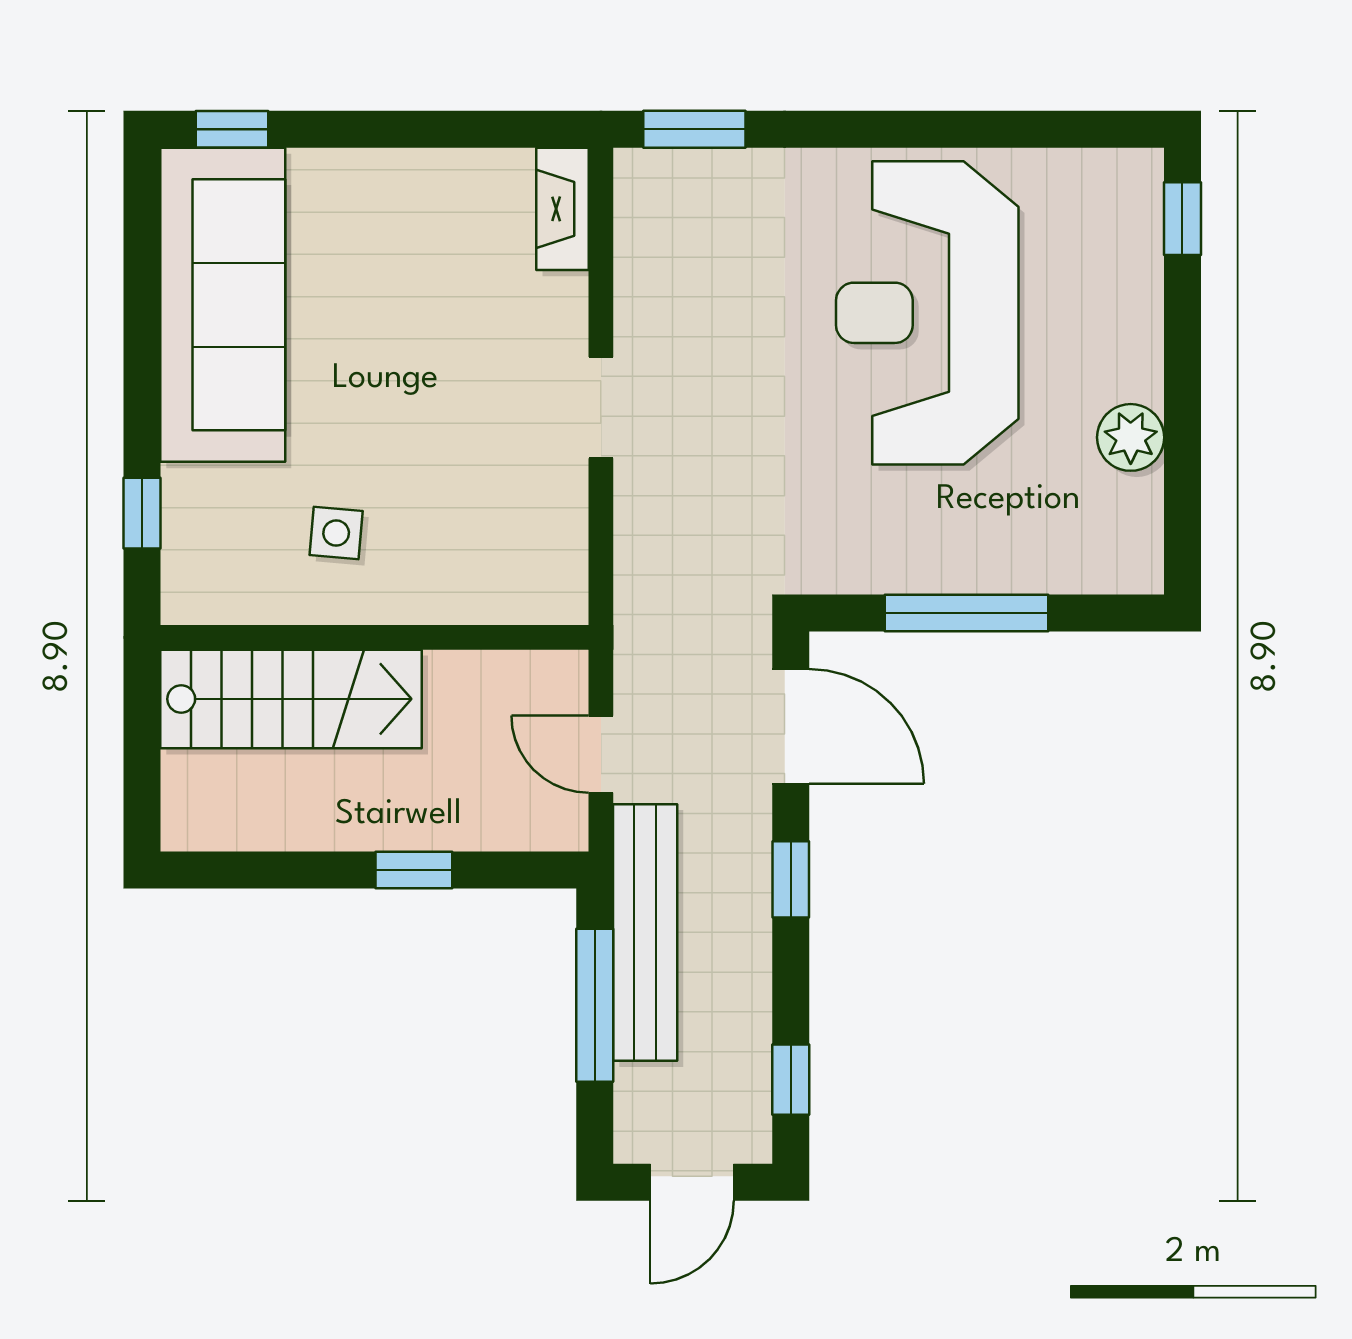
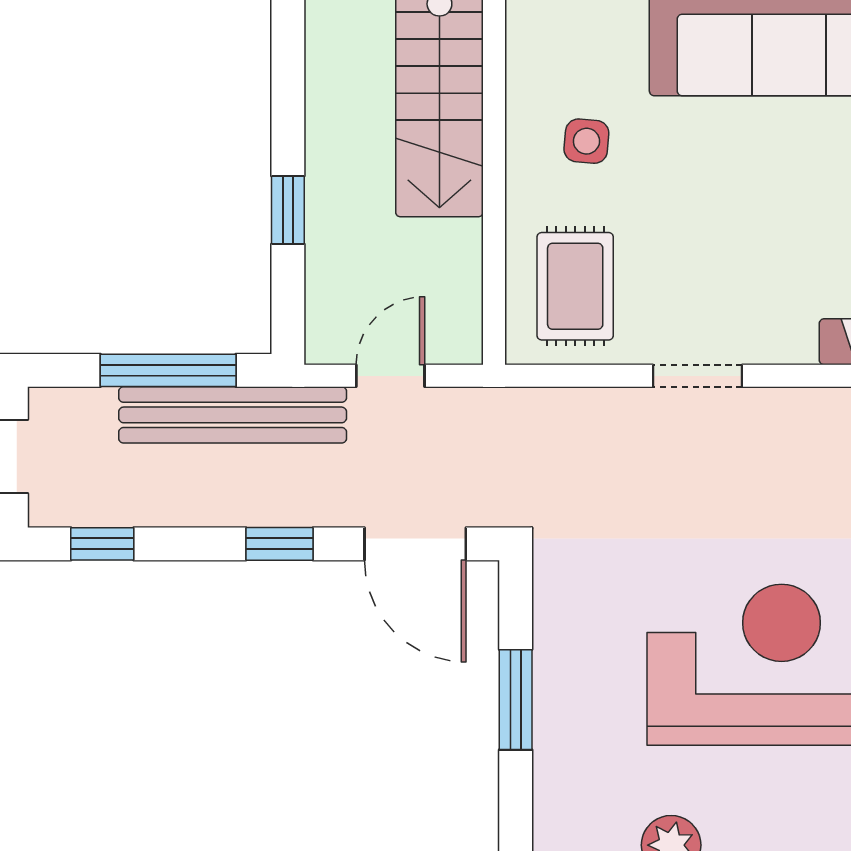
rug: (500, 546) -> (575, 286), added
window: (966, 613) -> (516, 700), width x0.69
door: (791, 726) -> (415, 544), hinge flipped

